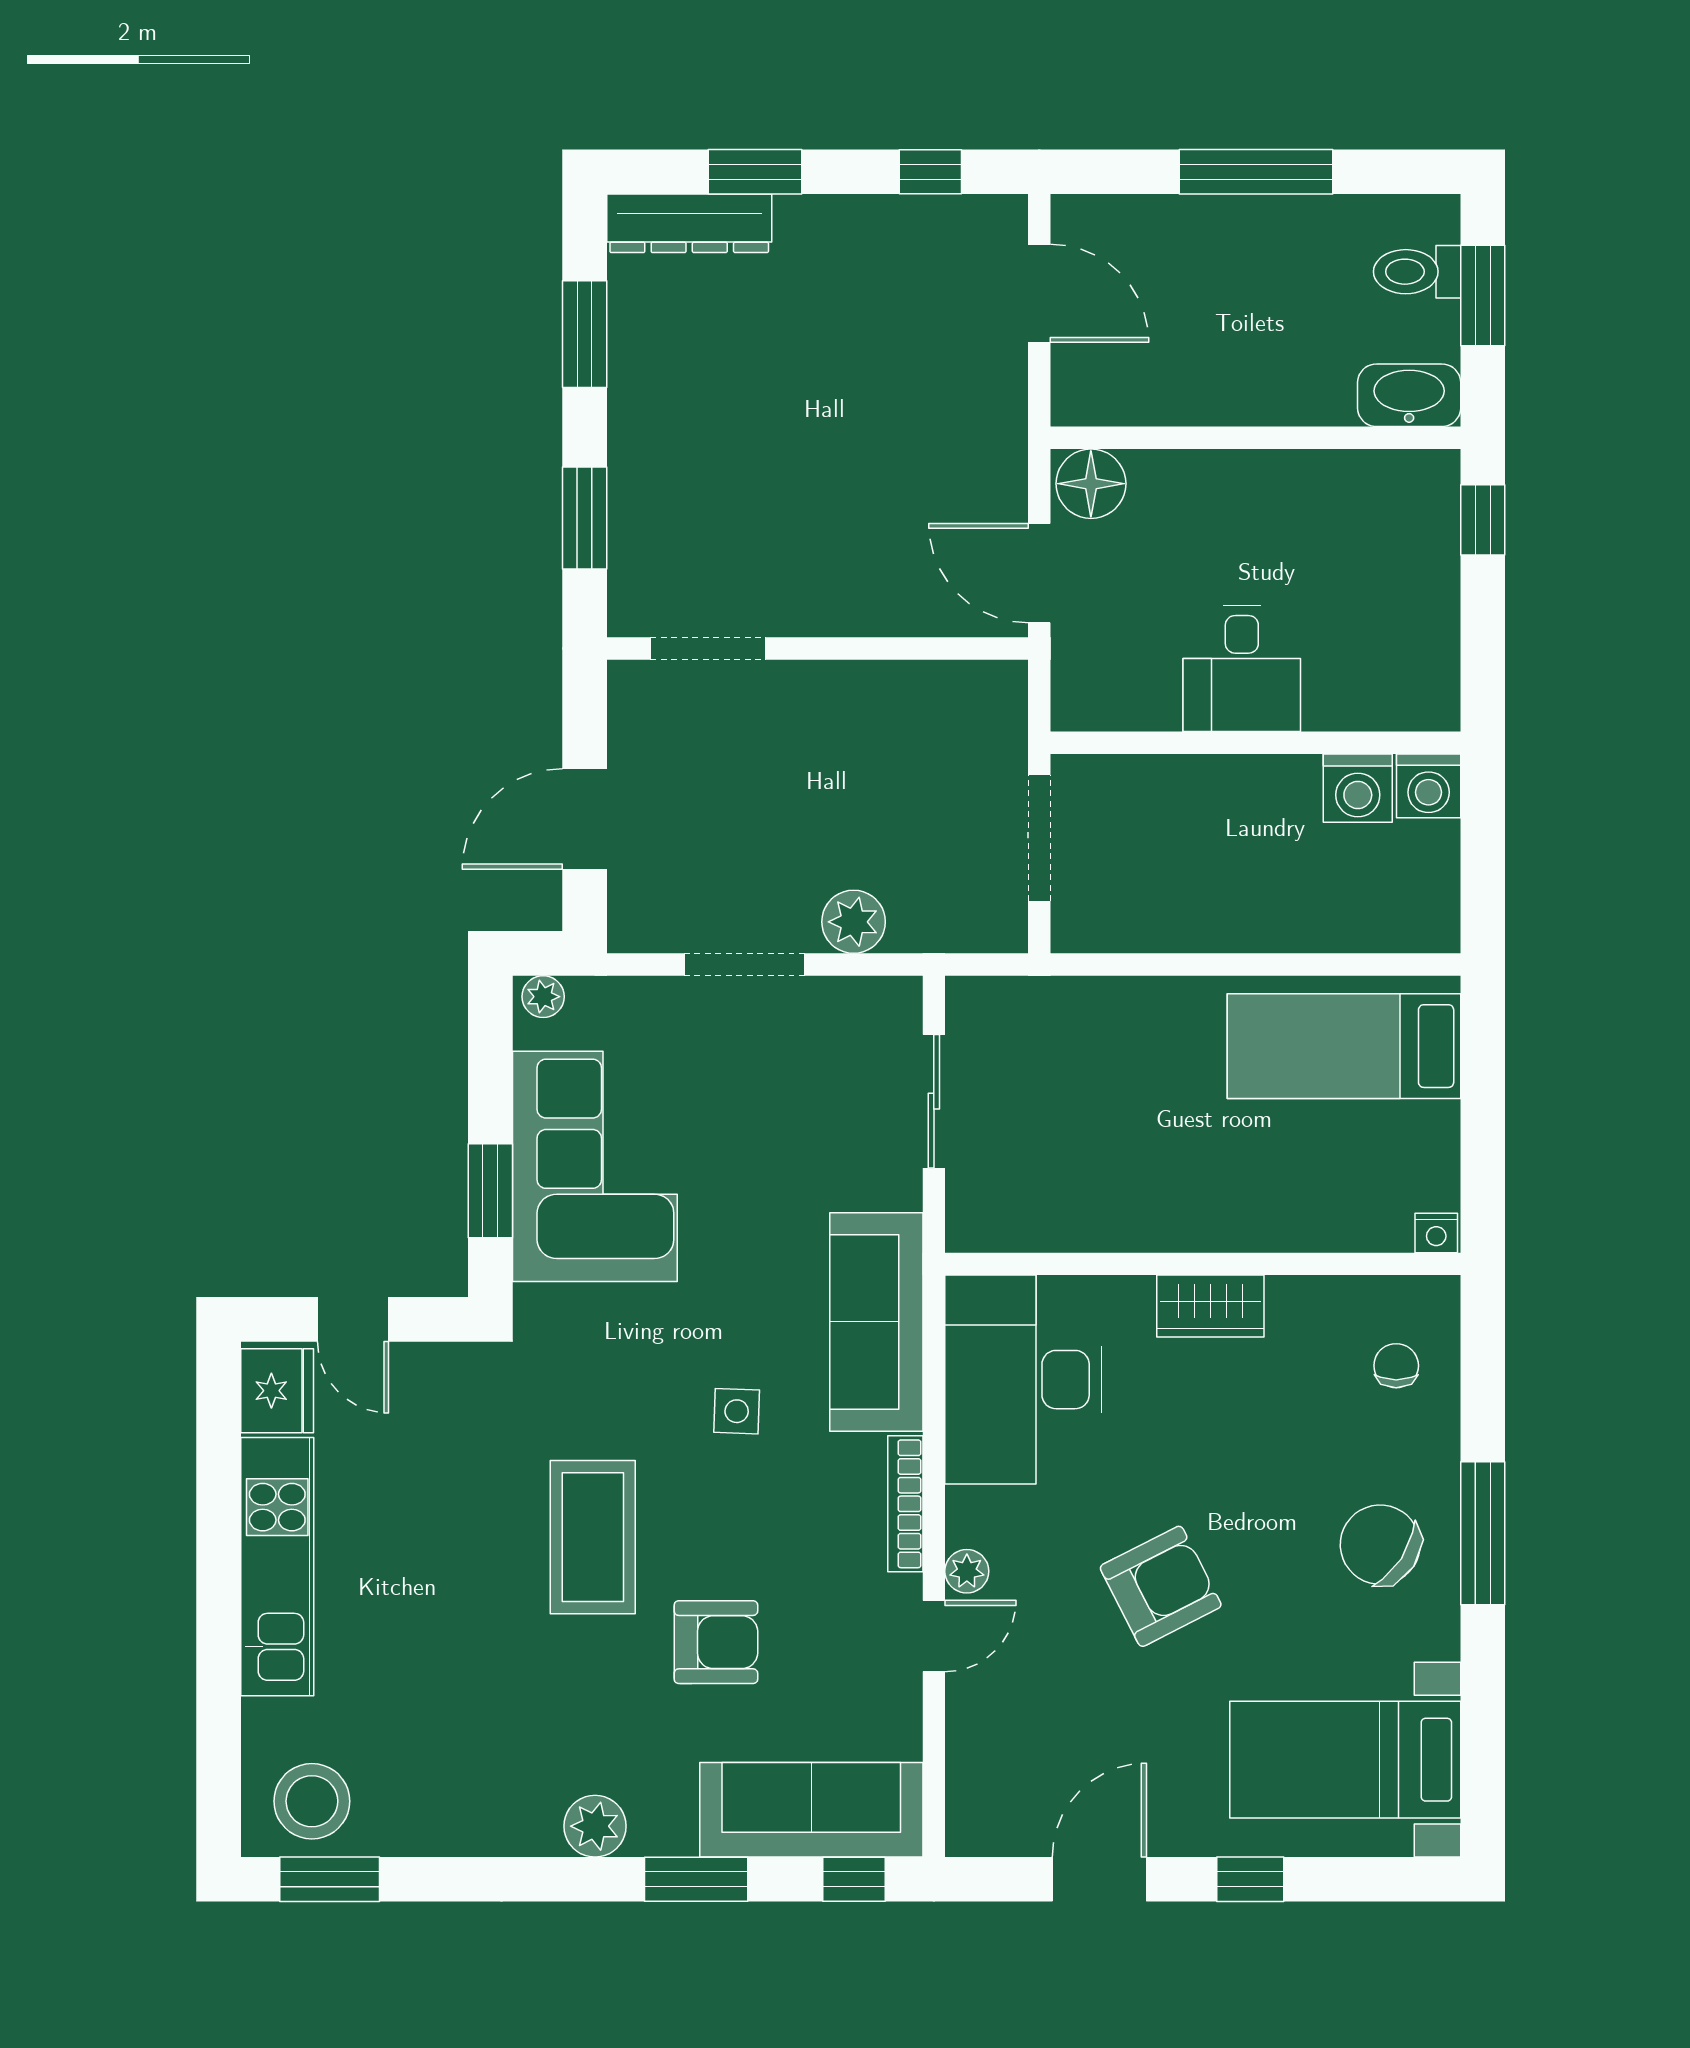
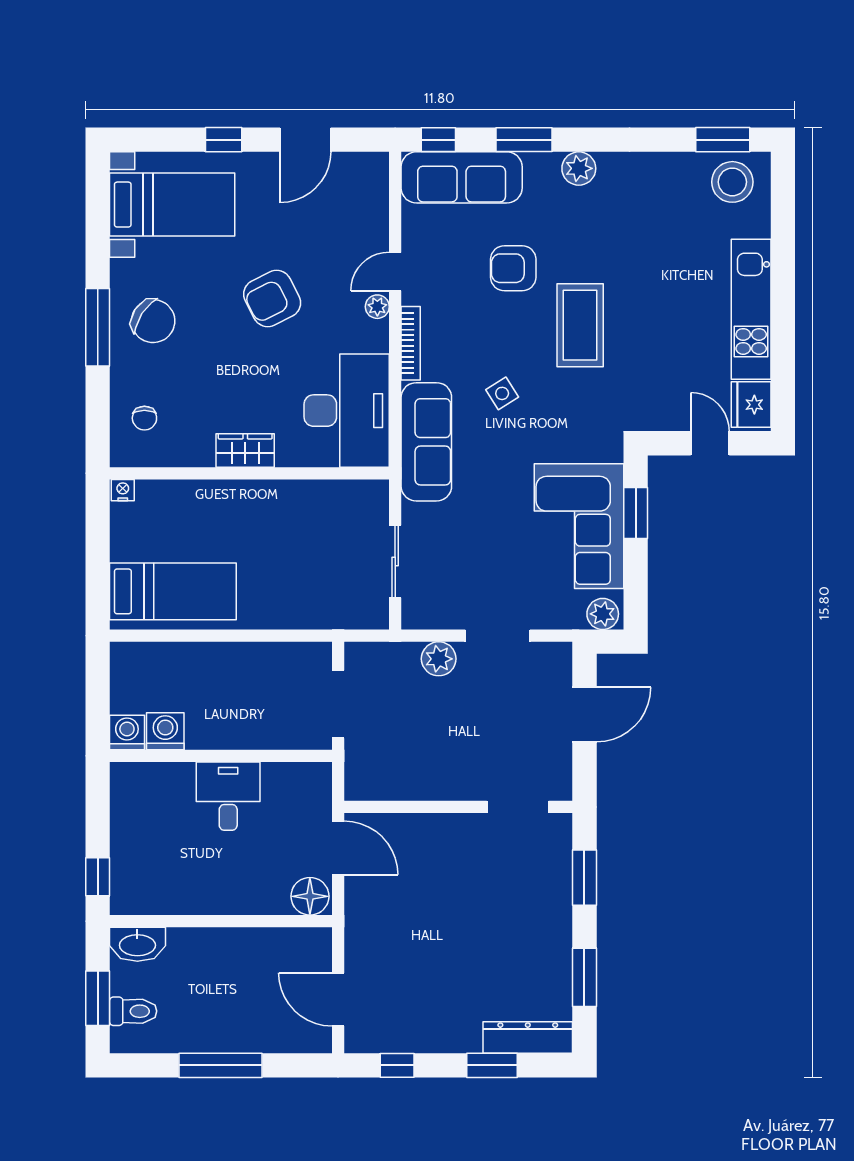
plant: (543, 997) -> (603, 614), width x1.38, depth x1.38
side table: (737, 1411) -> (502, 393), turned -34

